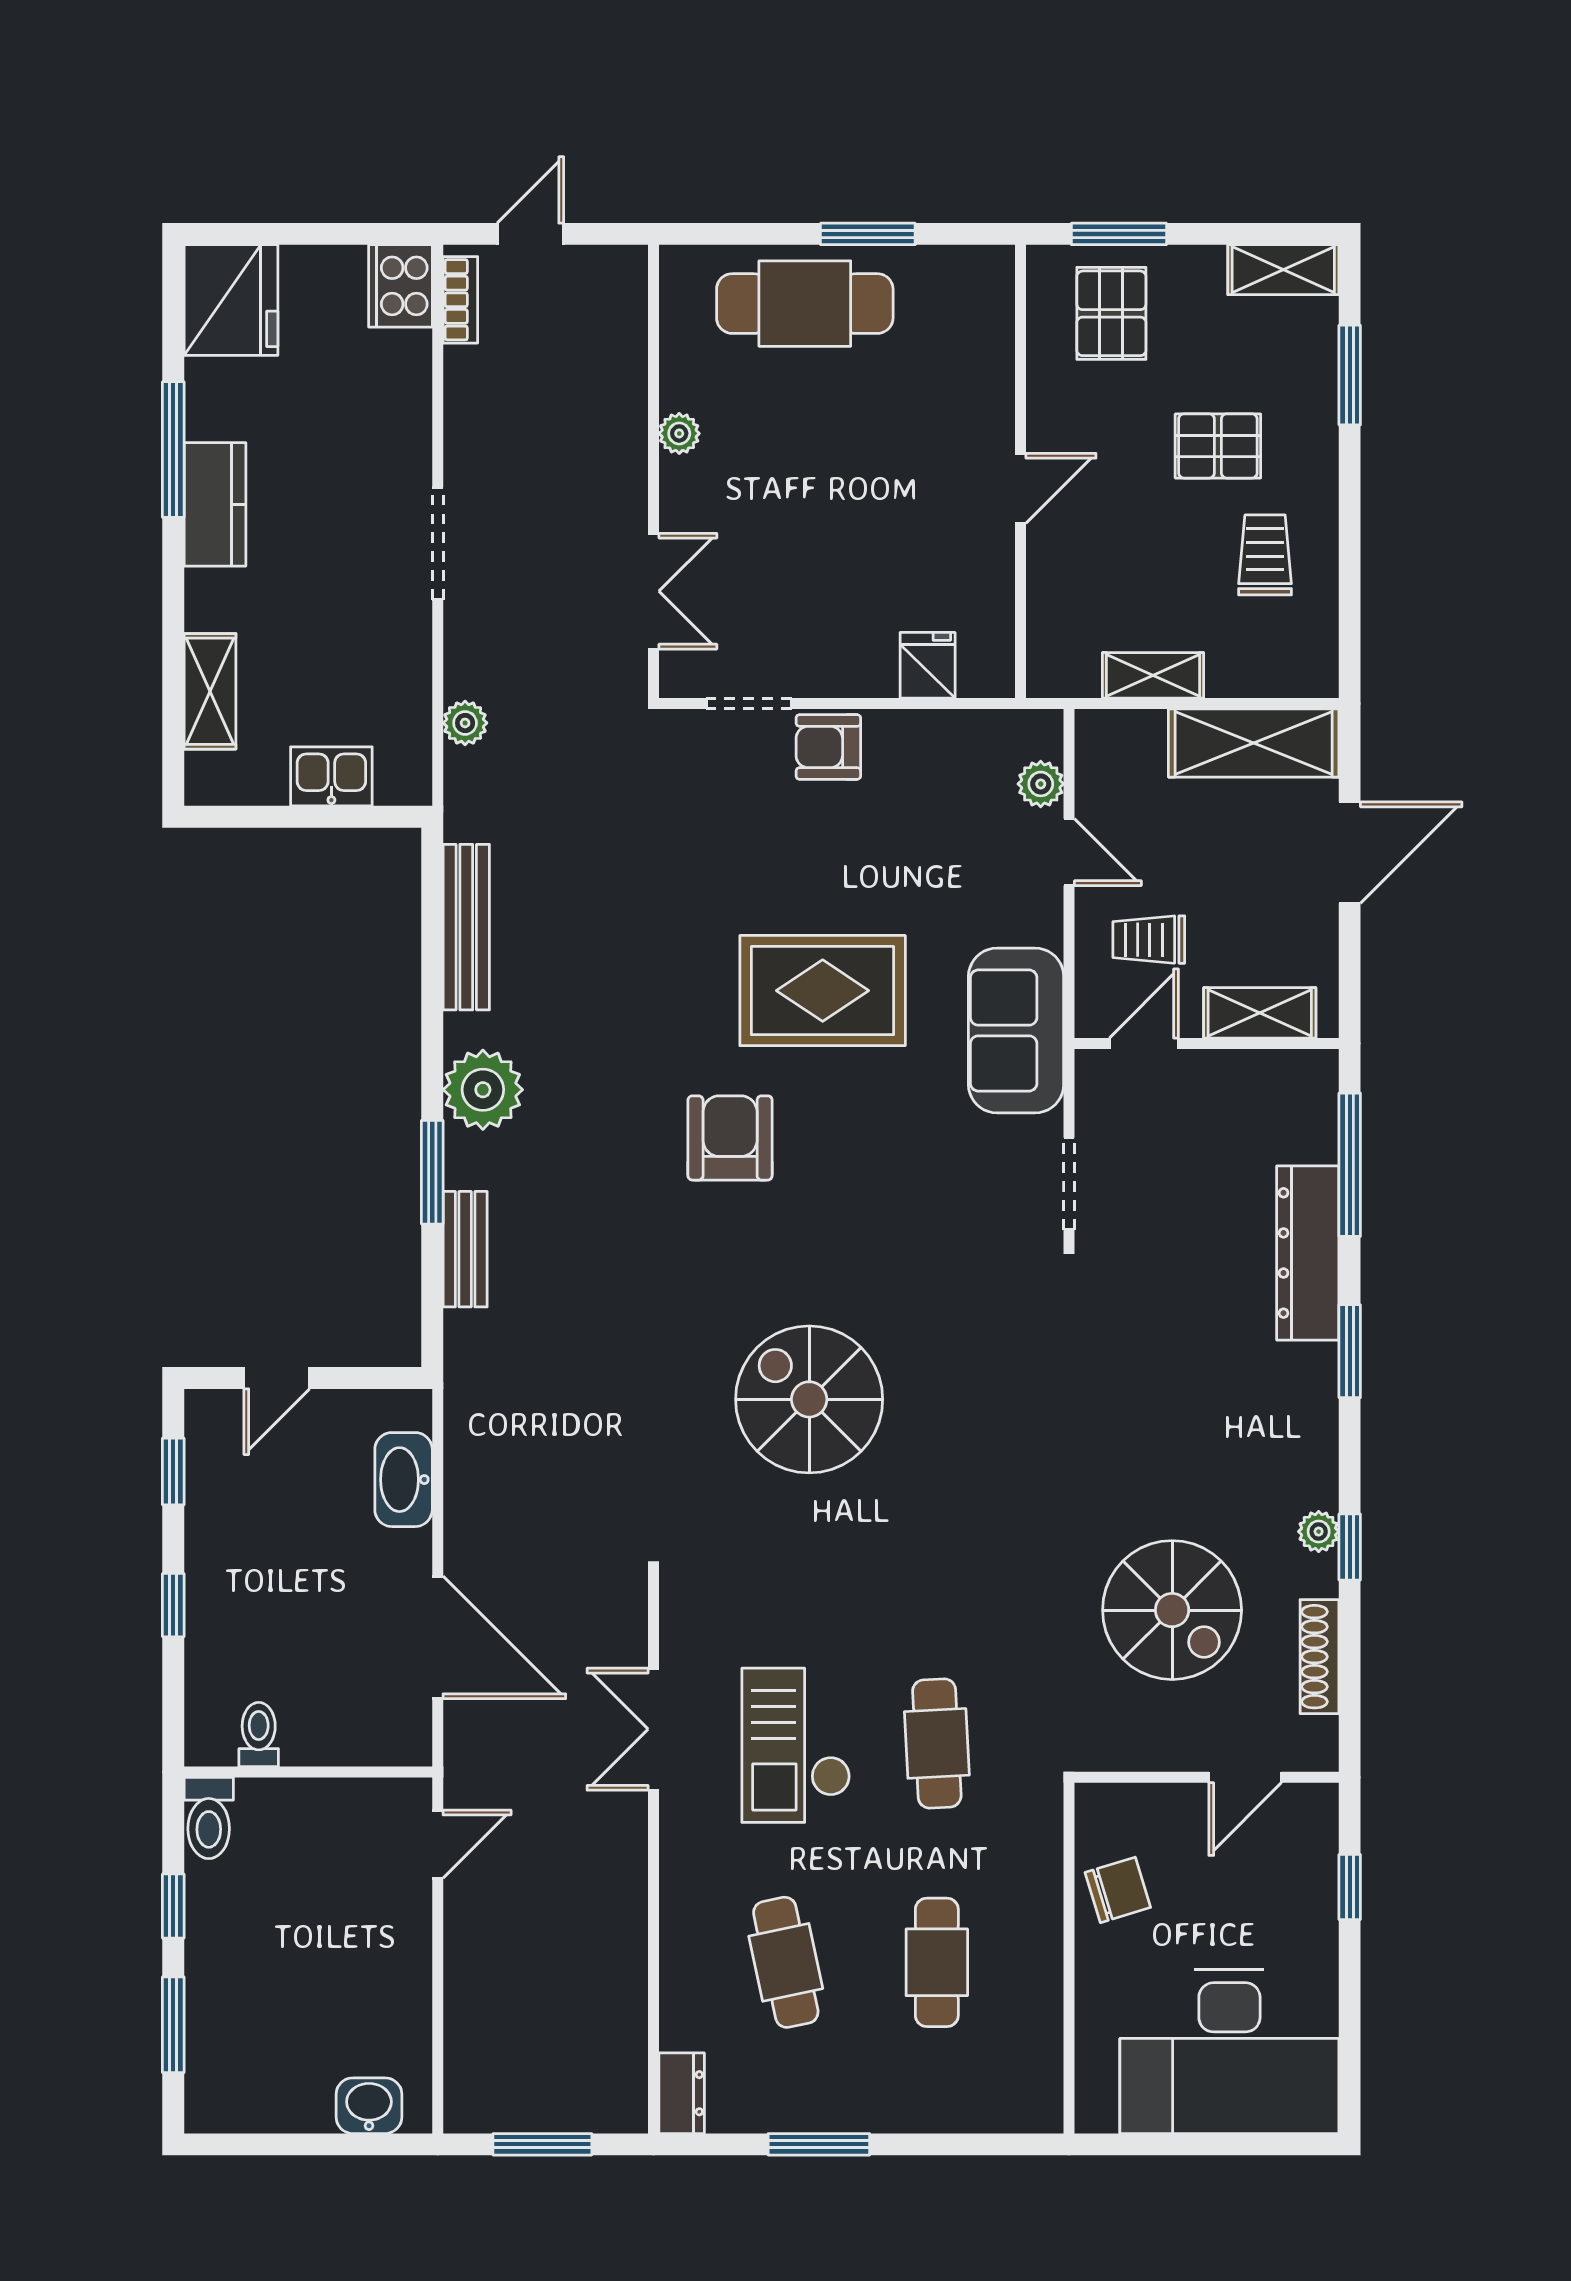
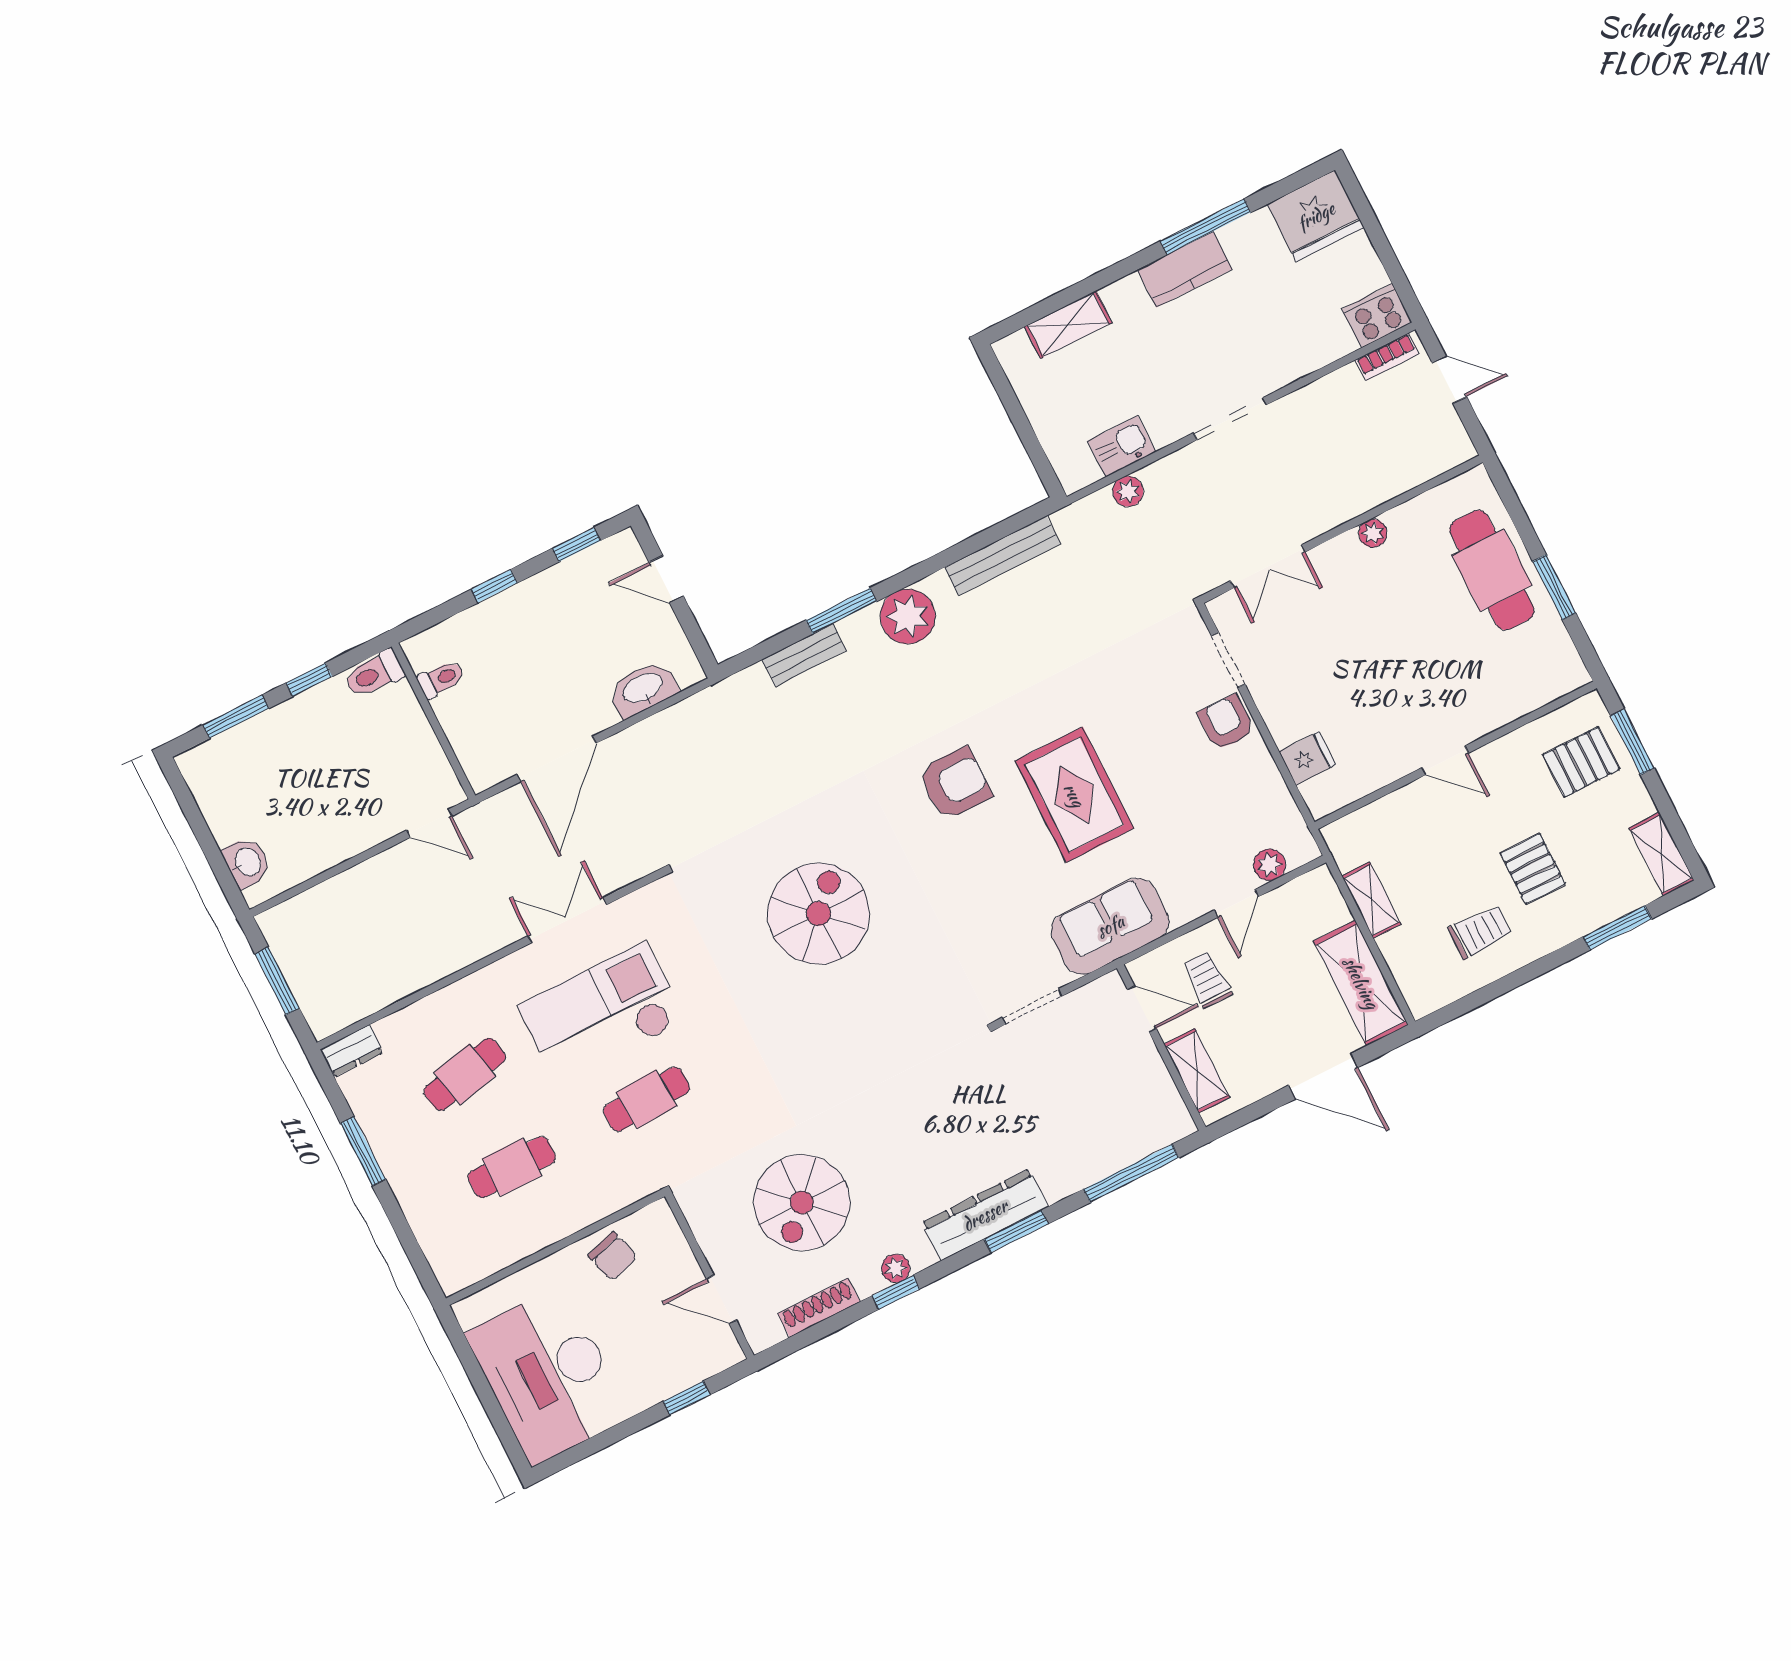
kitchen sink: (331, 776) -> (1122, 446), moved, turned -90
dresser: (1308, 1253) -> (985, 1215), moved
checkout: (796, 1745) -> (602, 1013), width x1.36, depth x1.21

